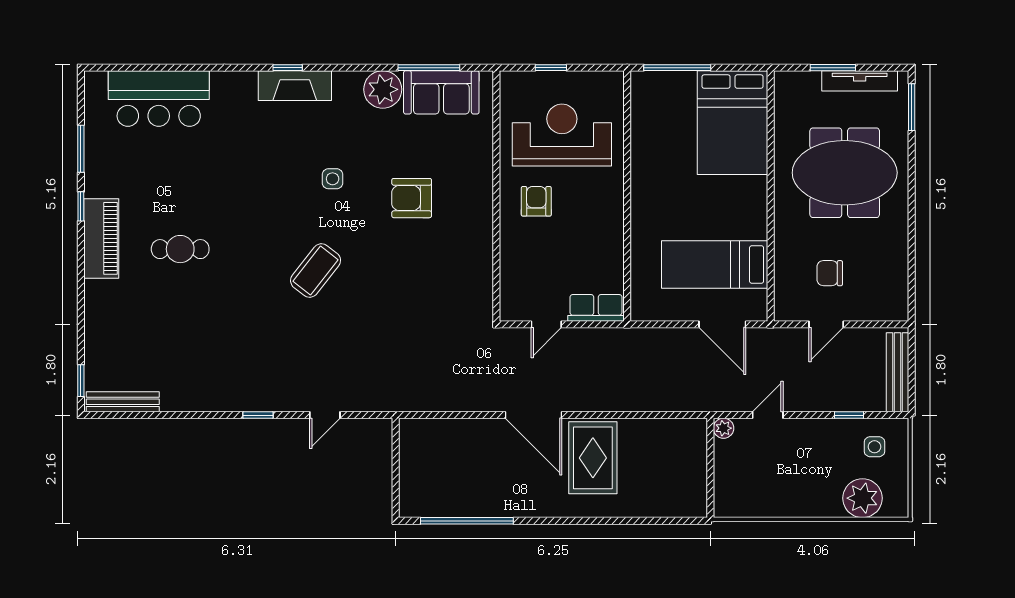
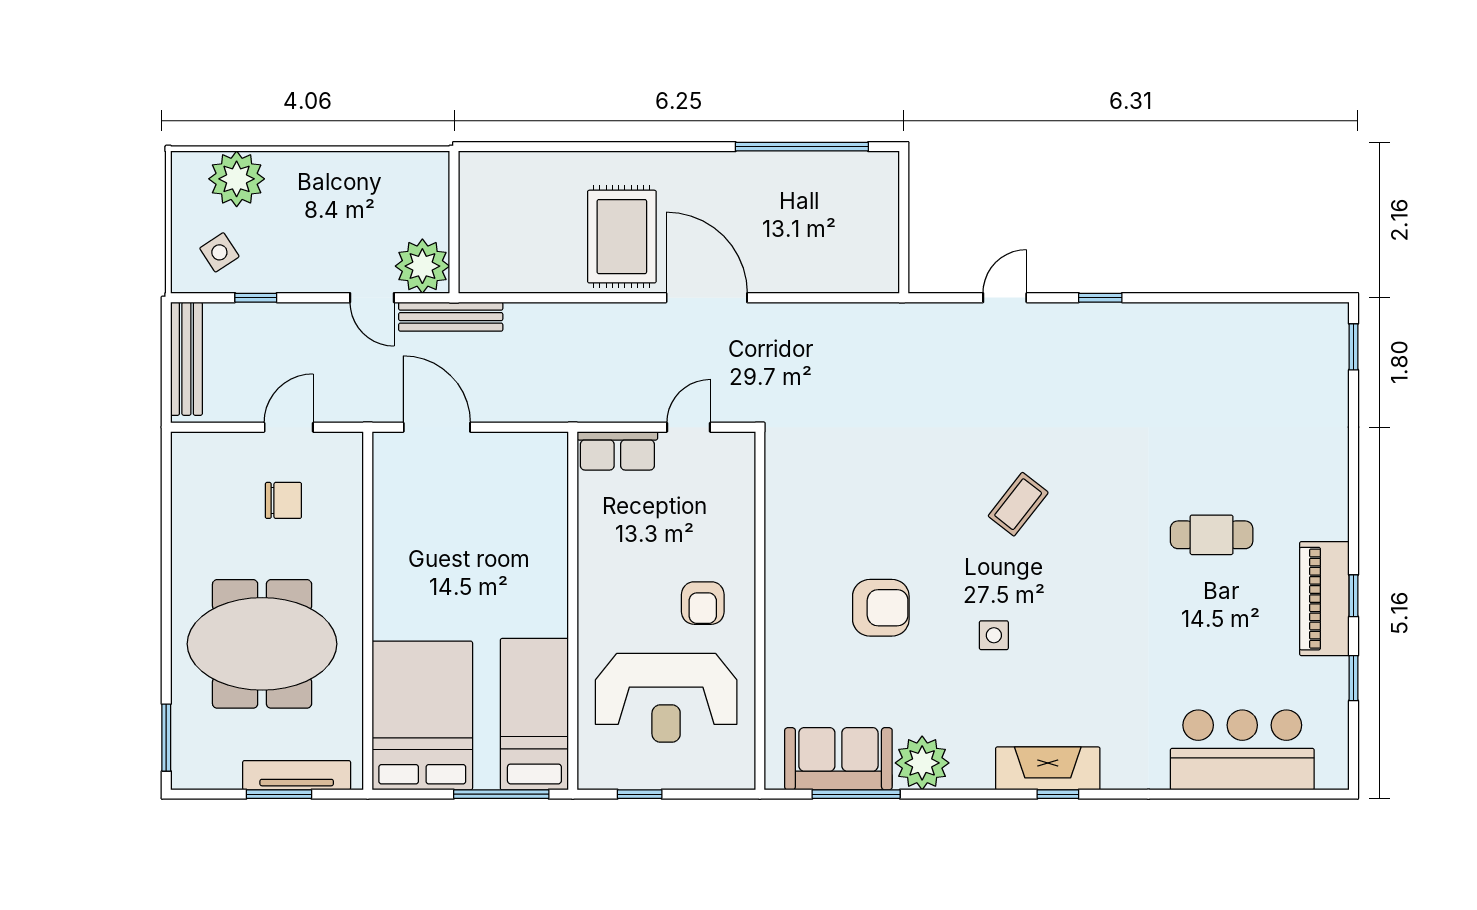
window: (551, 68) -> (640, 794), moved
tv unit: (860, 81) -> (297, 775), moved
window: (81, 149) -> (1354, 678), width x0.67
piano: (101, 238) -> (1324, 599), moved
bed: (715, 264) -> (534, 714), moved, turned -90
coffee table: (316, 271) -> (1018, 504), width x0.73, depth x0.77
bench: (123, 402) -> (451, 317), moved
door: (768, 415) -> (372, 298), hinge flipped
plant: (723, 428) -> (422, 266), width x1.87, depth x1.87
side table: (875, 447) -> (219, 252), turned -33

